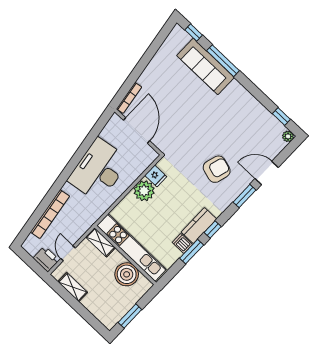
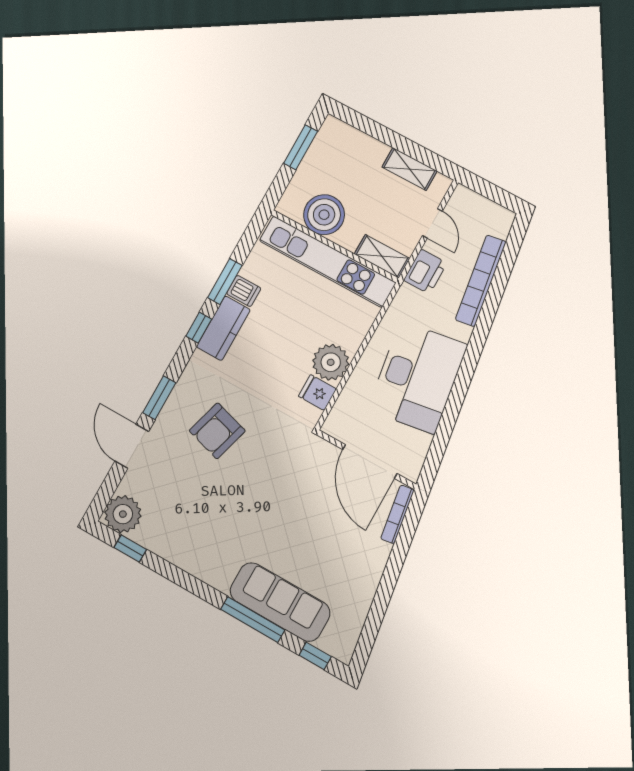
plant: (288, 136) -> (123, 514), width x1.88, depth x1.88
door: (267, 173) -> (132, 446), swing flipped
printer: (46, 259) -> (425, 272), moved, turned -90

